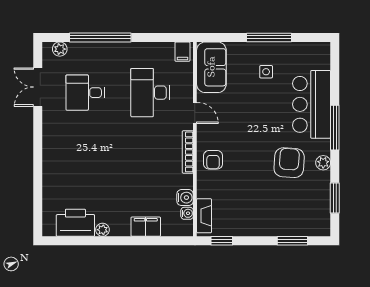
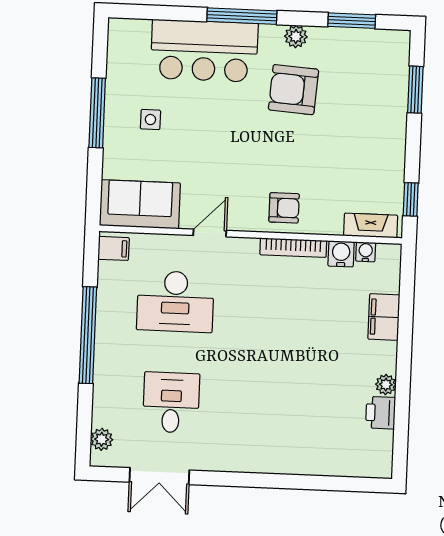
window: (100, 37) -> (88, 335), moved
desk: (85, 93) -> (171, 402), turned 180
bookcase: (188, 152) -> (293, 248), moved
printer: (75, 223) -> (381, 413), width x0.53, depth x0.68

